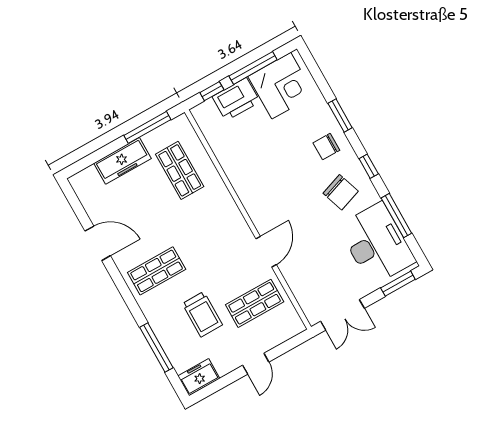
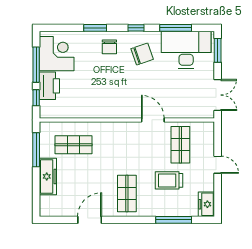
trolley: (202, 314) -> (169, 180), turned 180

